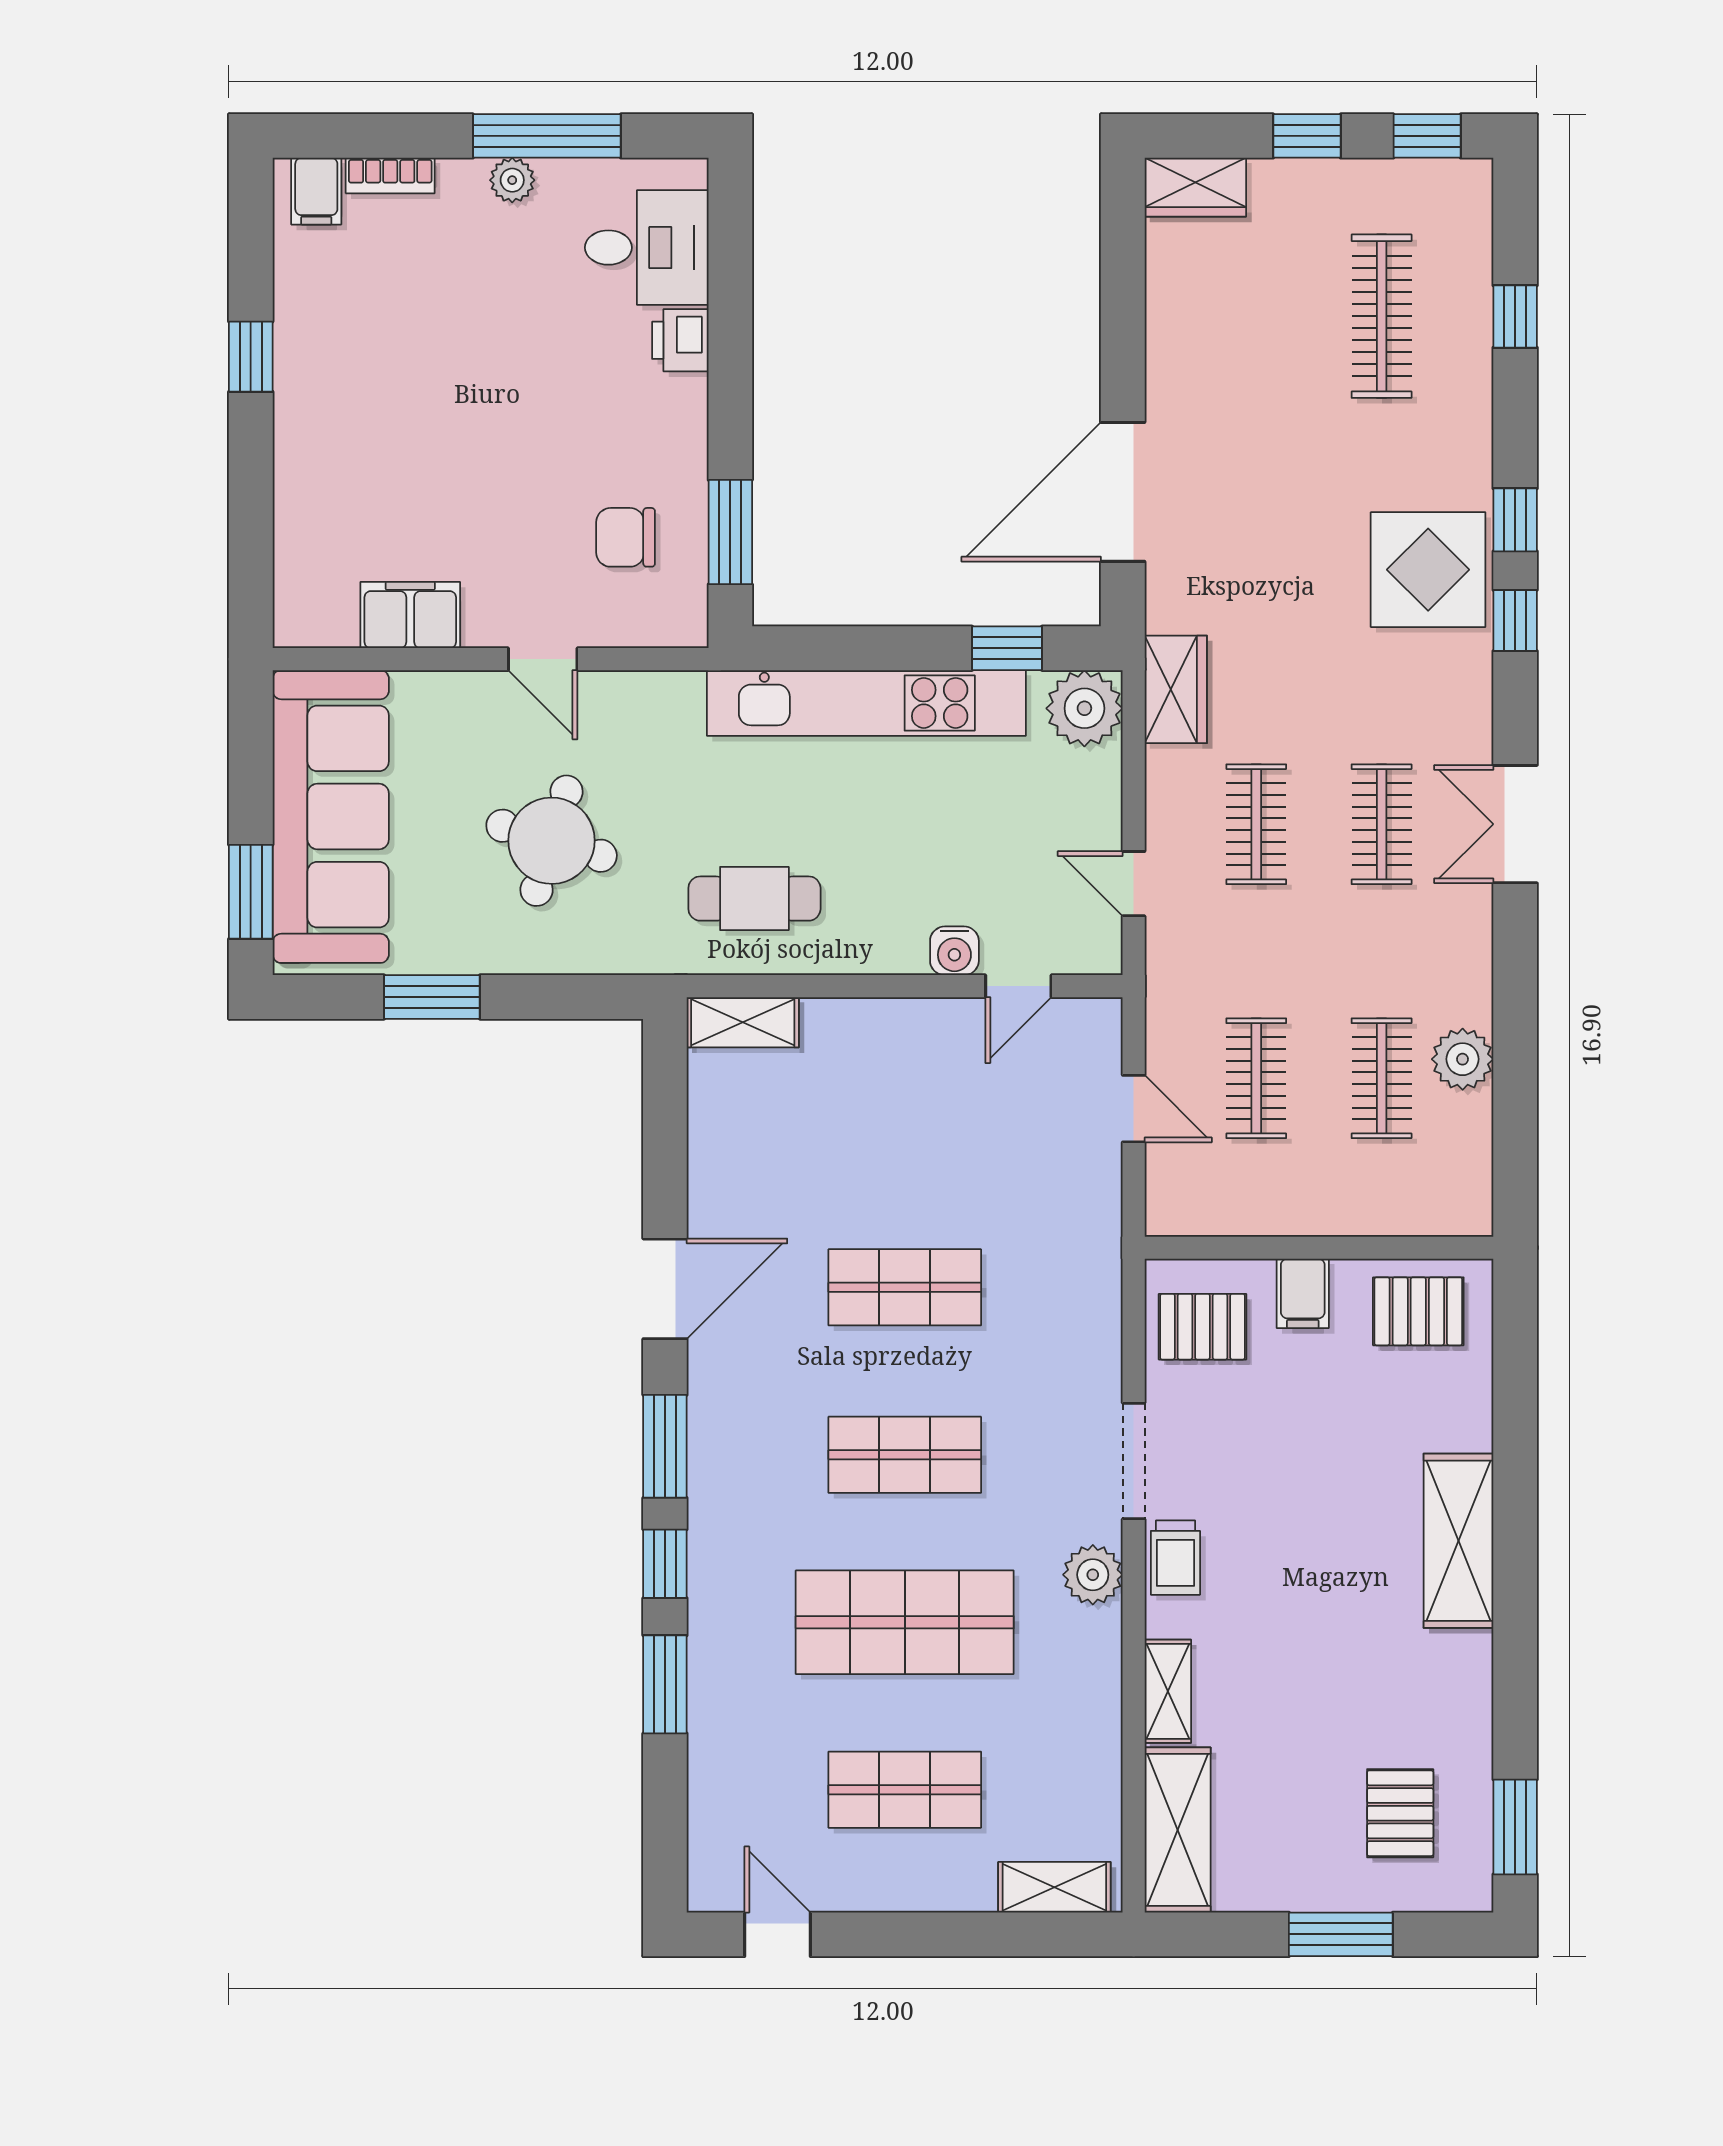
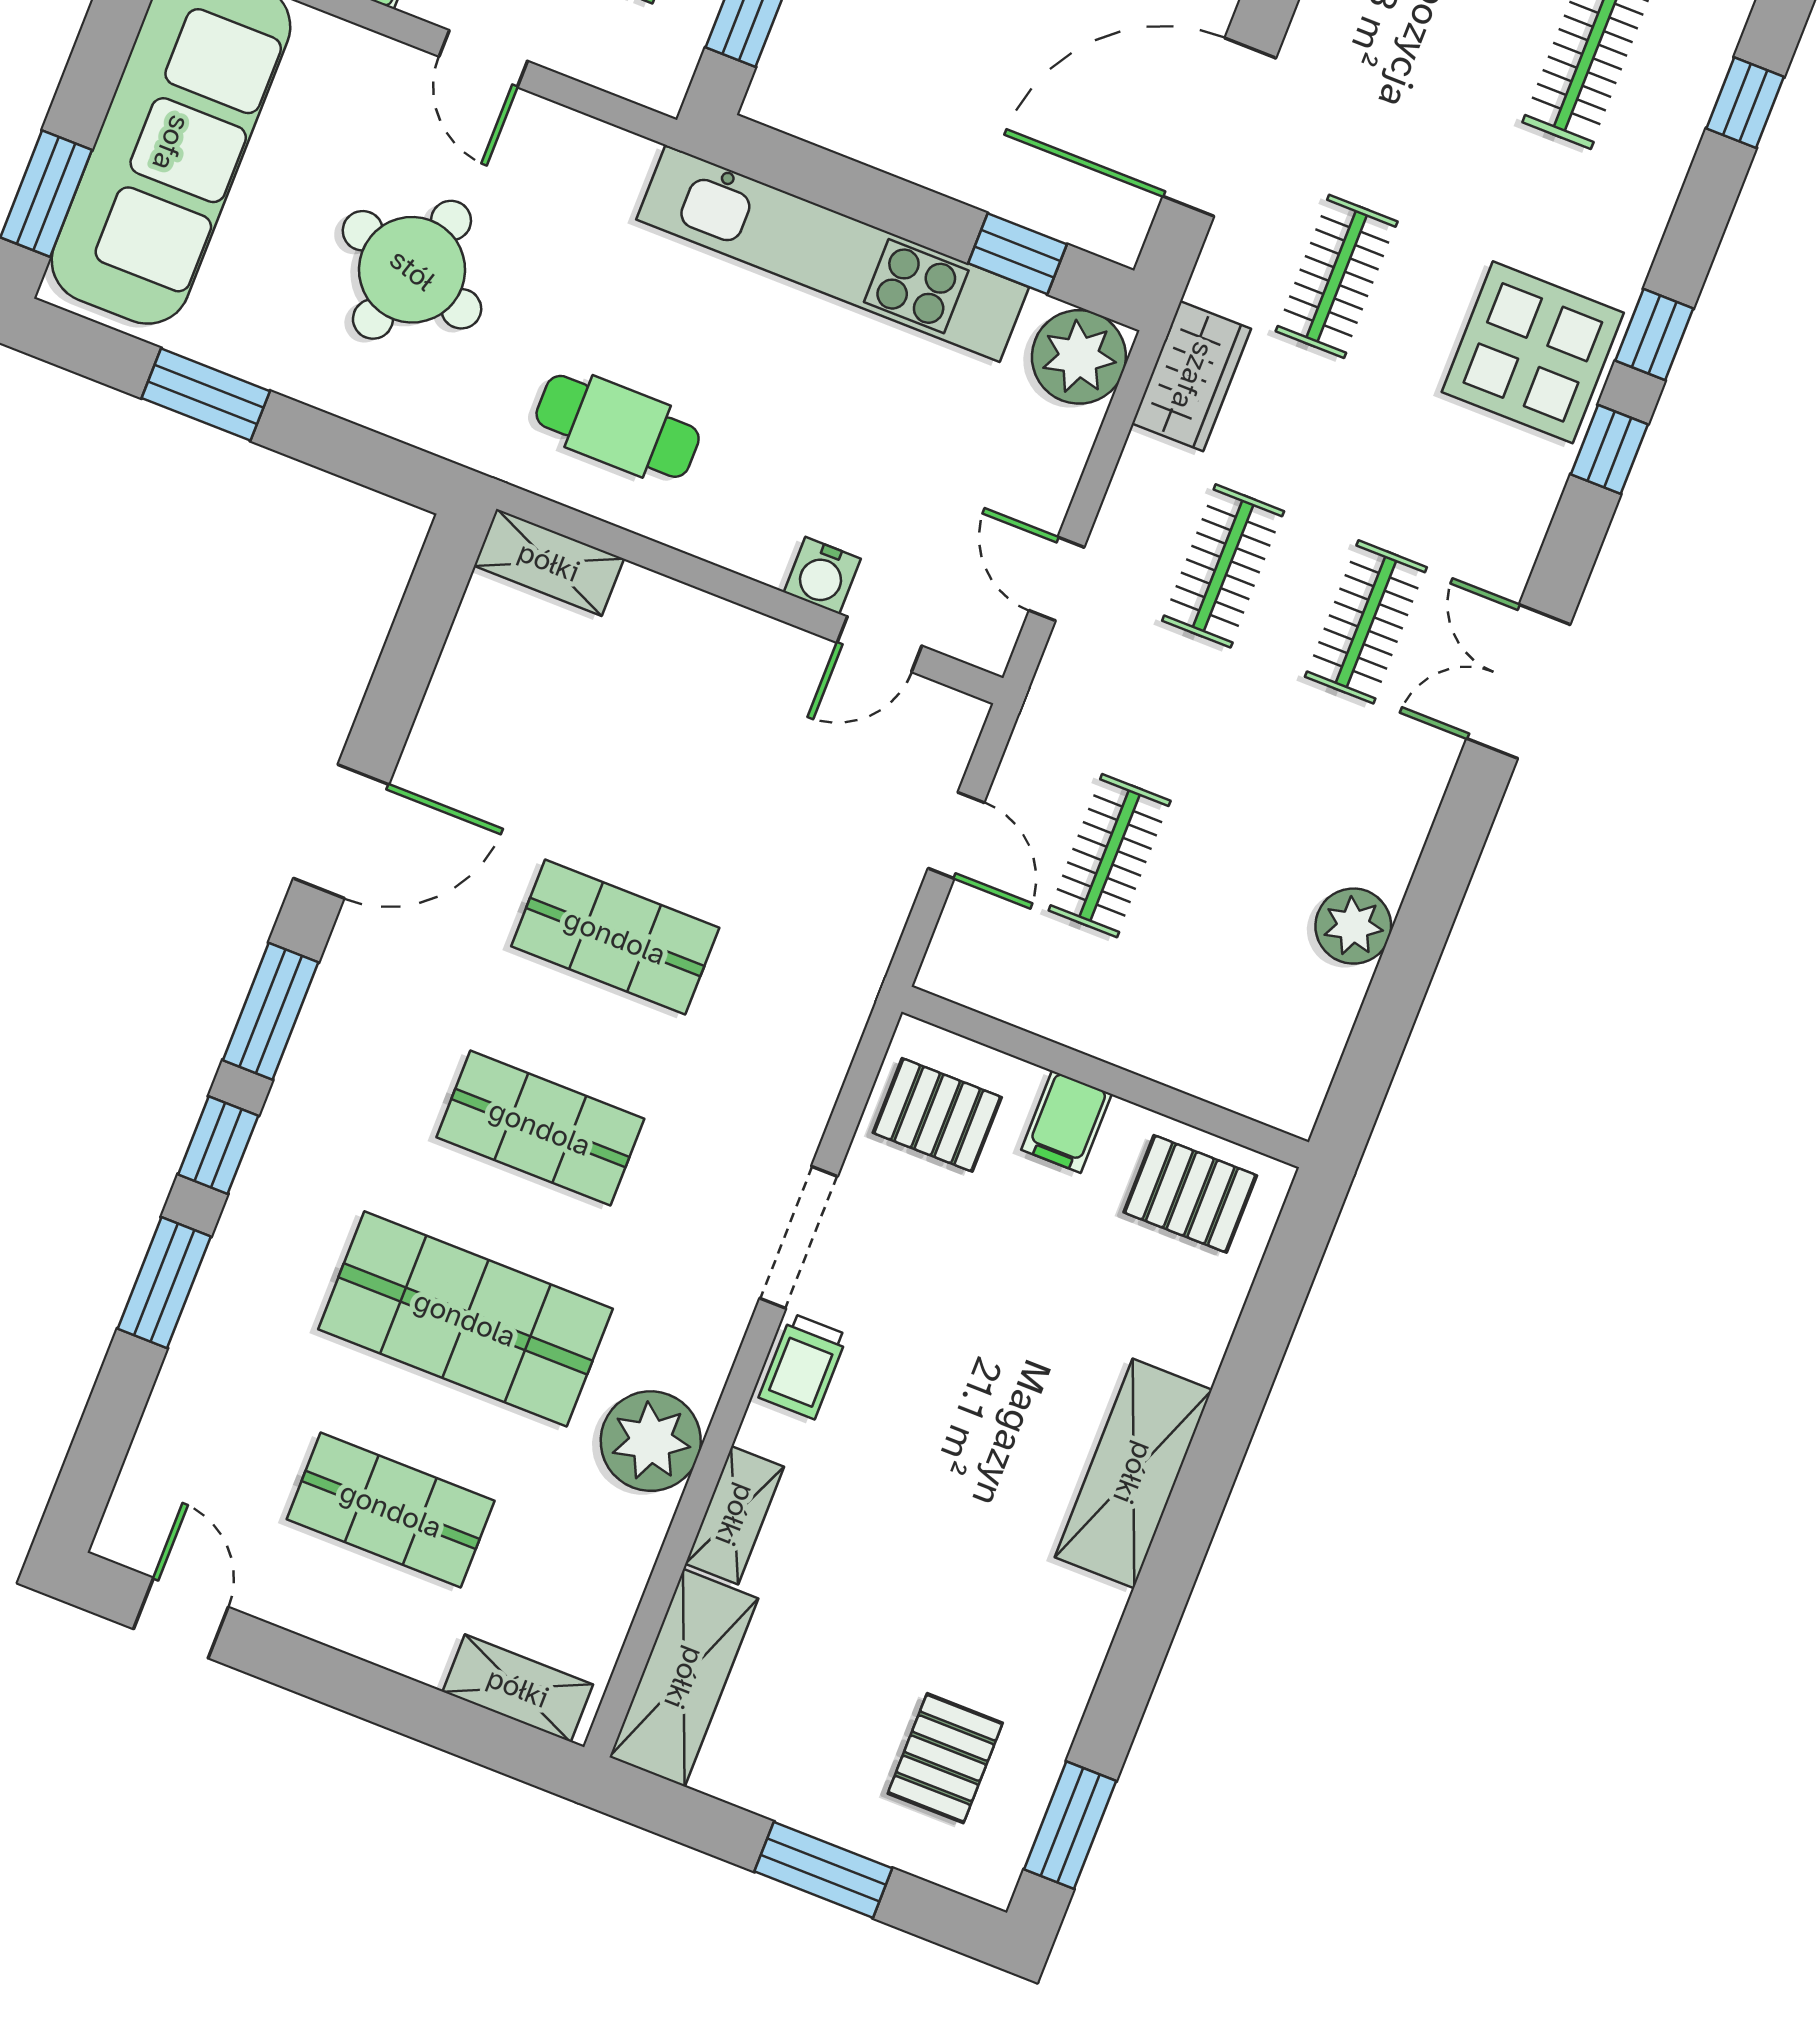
clothes rail: (1382, 1078) -> (1337, 276), moved
plant: (1093, 1575) -> (651, 1441), moved, width x1.36, depth x1.36

